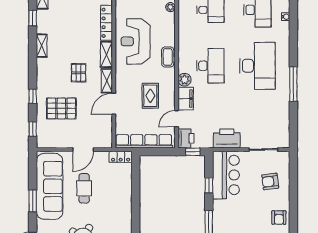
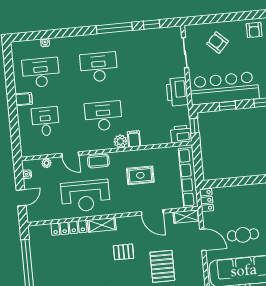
desk: (257, 66) -> (99, 67), width x0.73, depth x0.77
shelving: (107, 81) -> (186, 216), moved
filing cabinet: (186, 99) -> (134, 139), width x0.50
door: (177, 119) -> (70, 154), moved
window: (293, 120) -> (151, 24), added
bar counter: (226, 175) -> (224, 88), width x1.36
armchair: (270, 181) -> (218, 43), turned 140
armchair: (279, 218) -> (254, 30), turned 90

